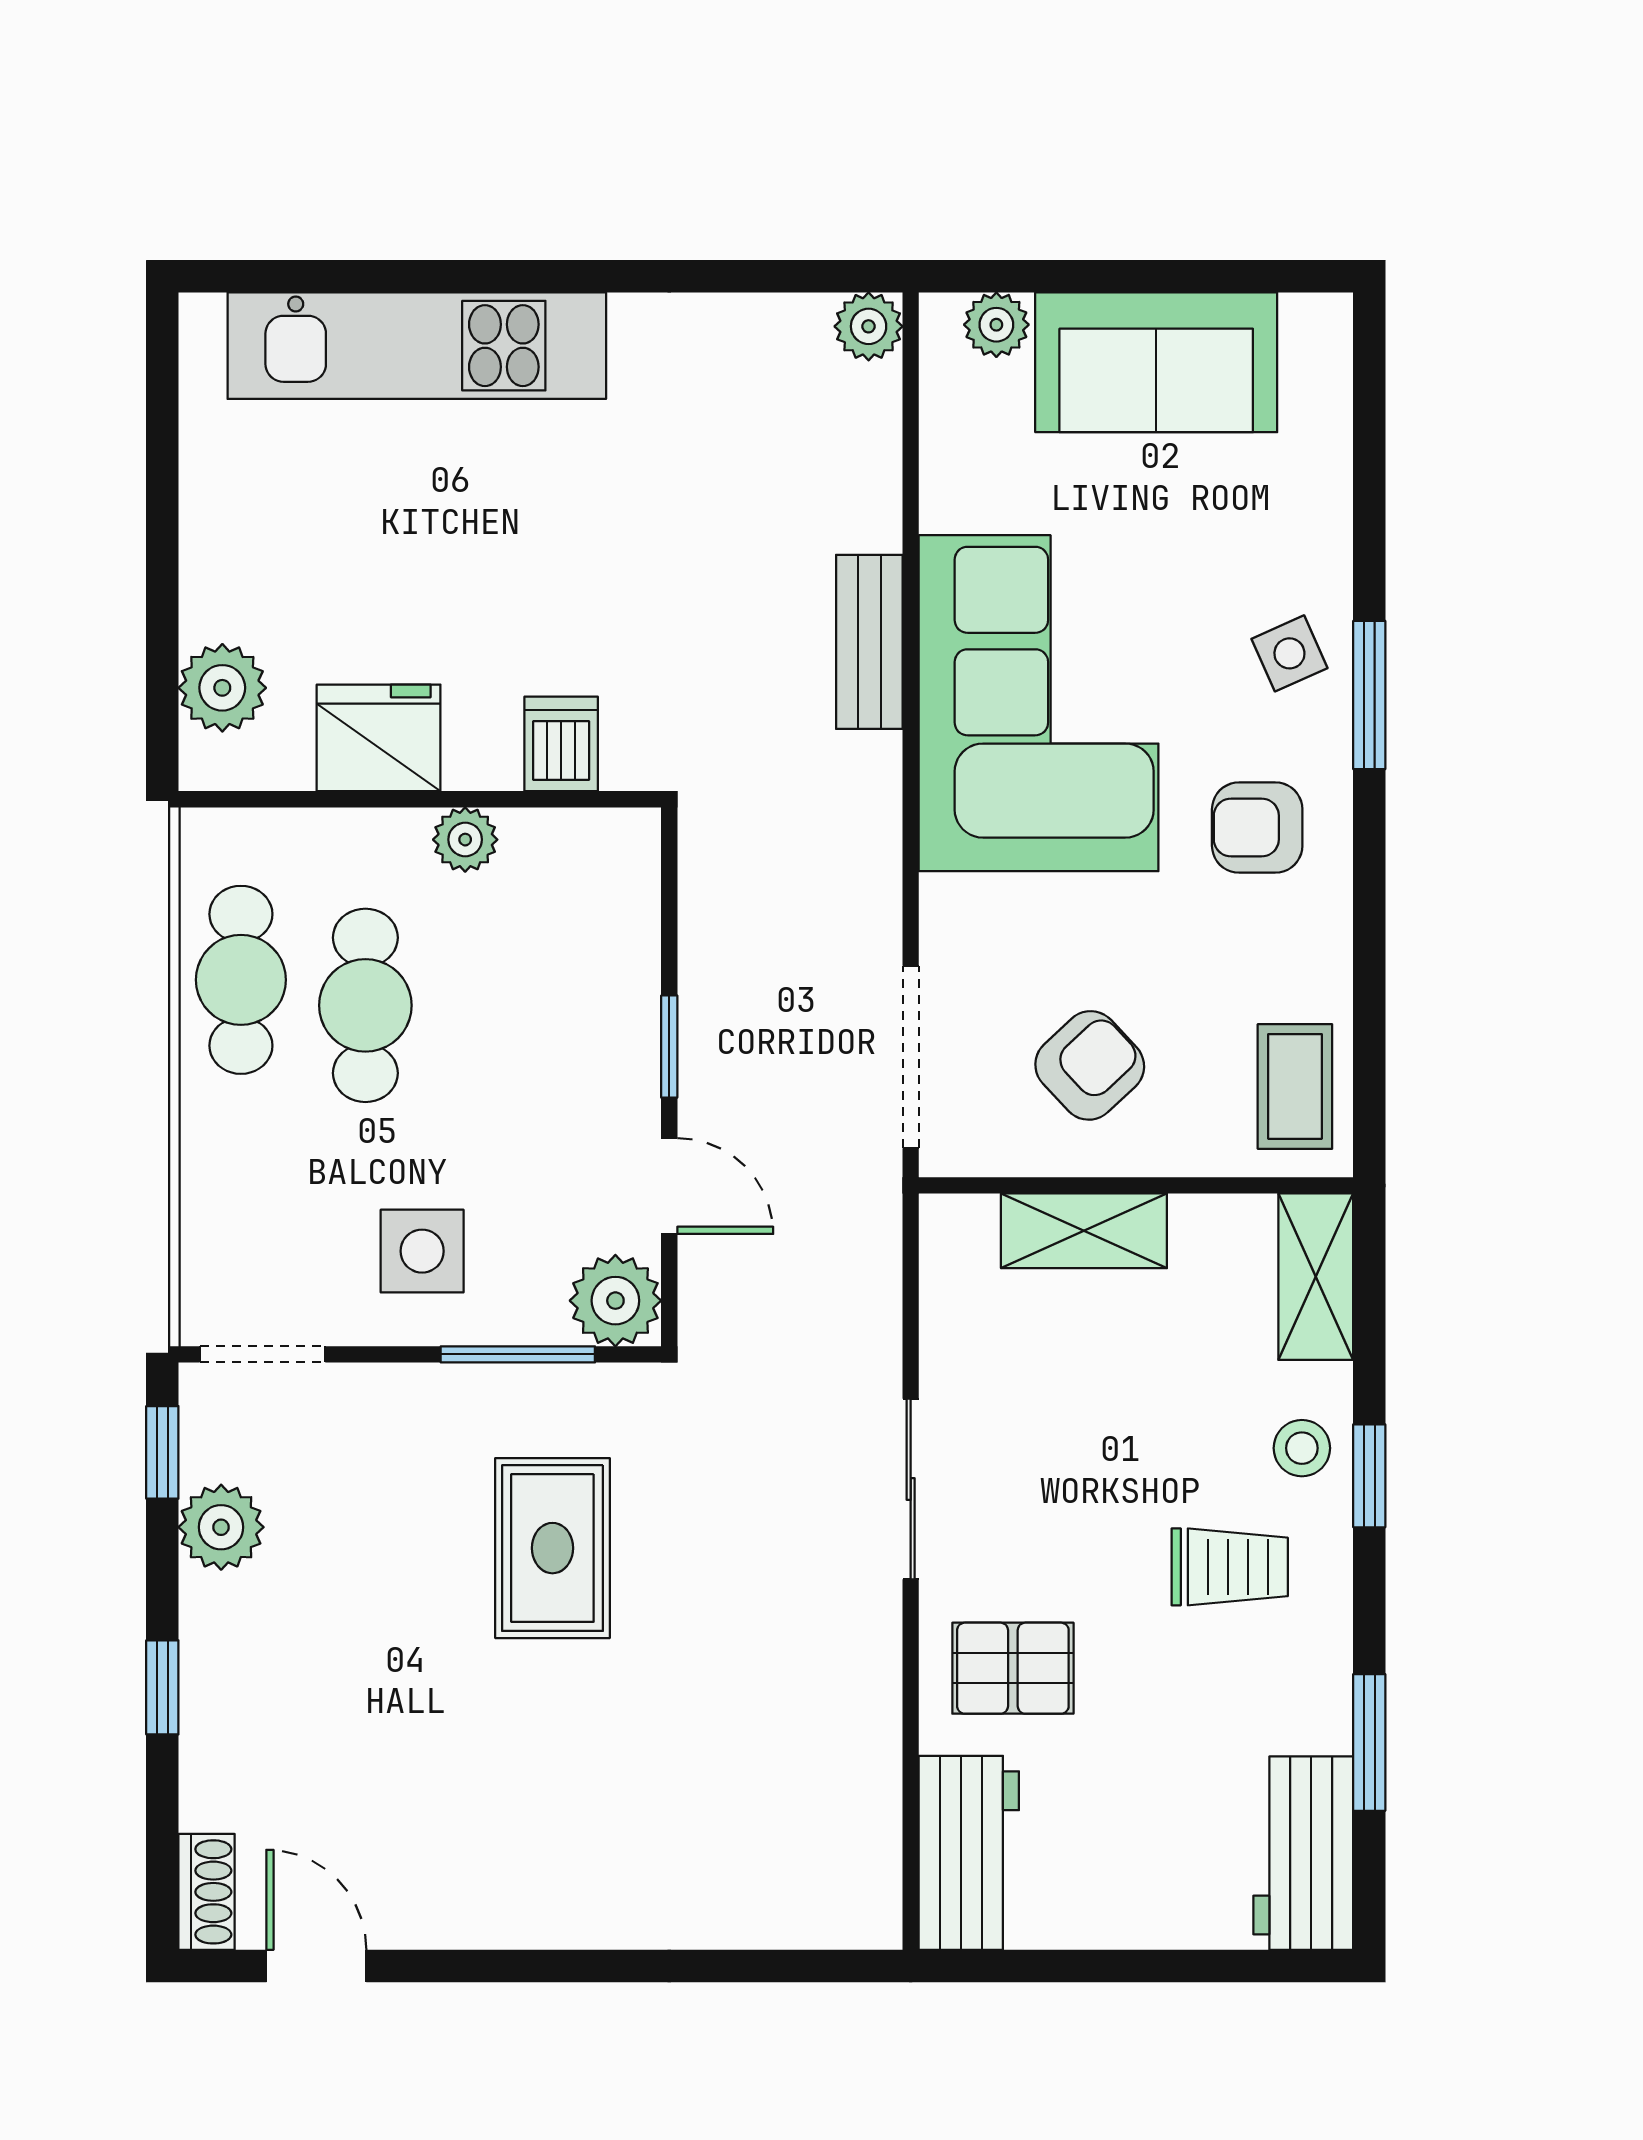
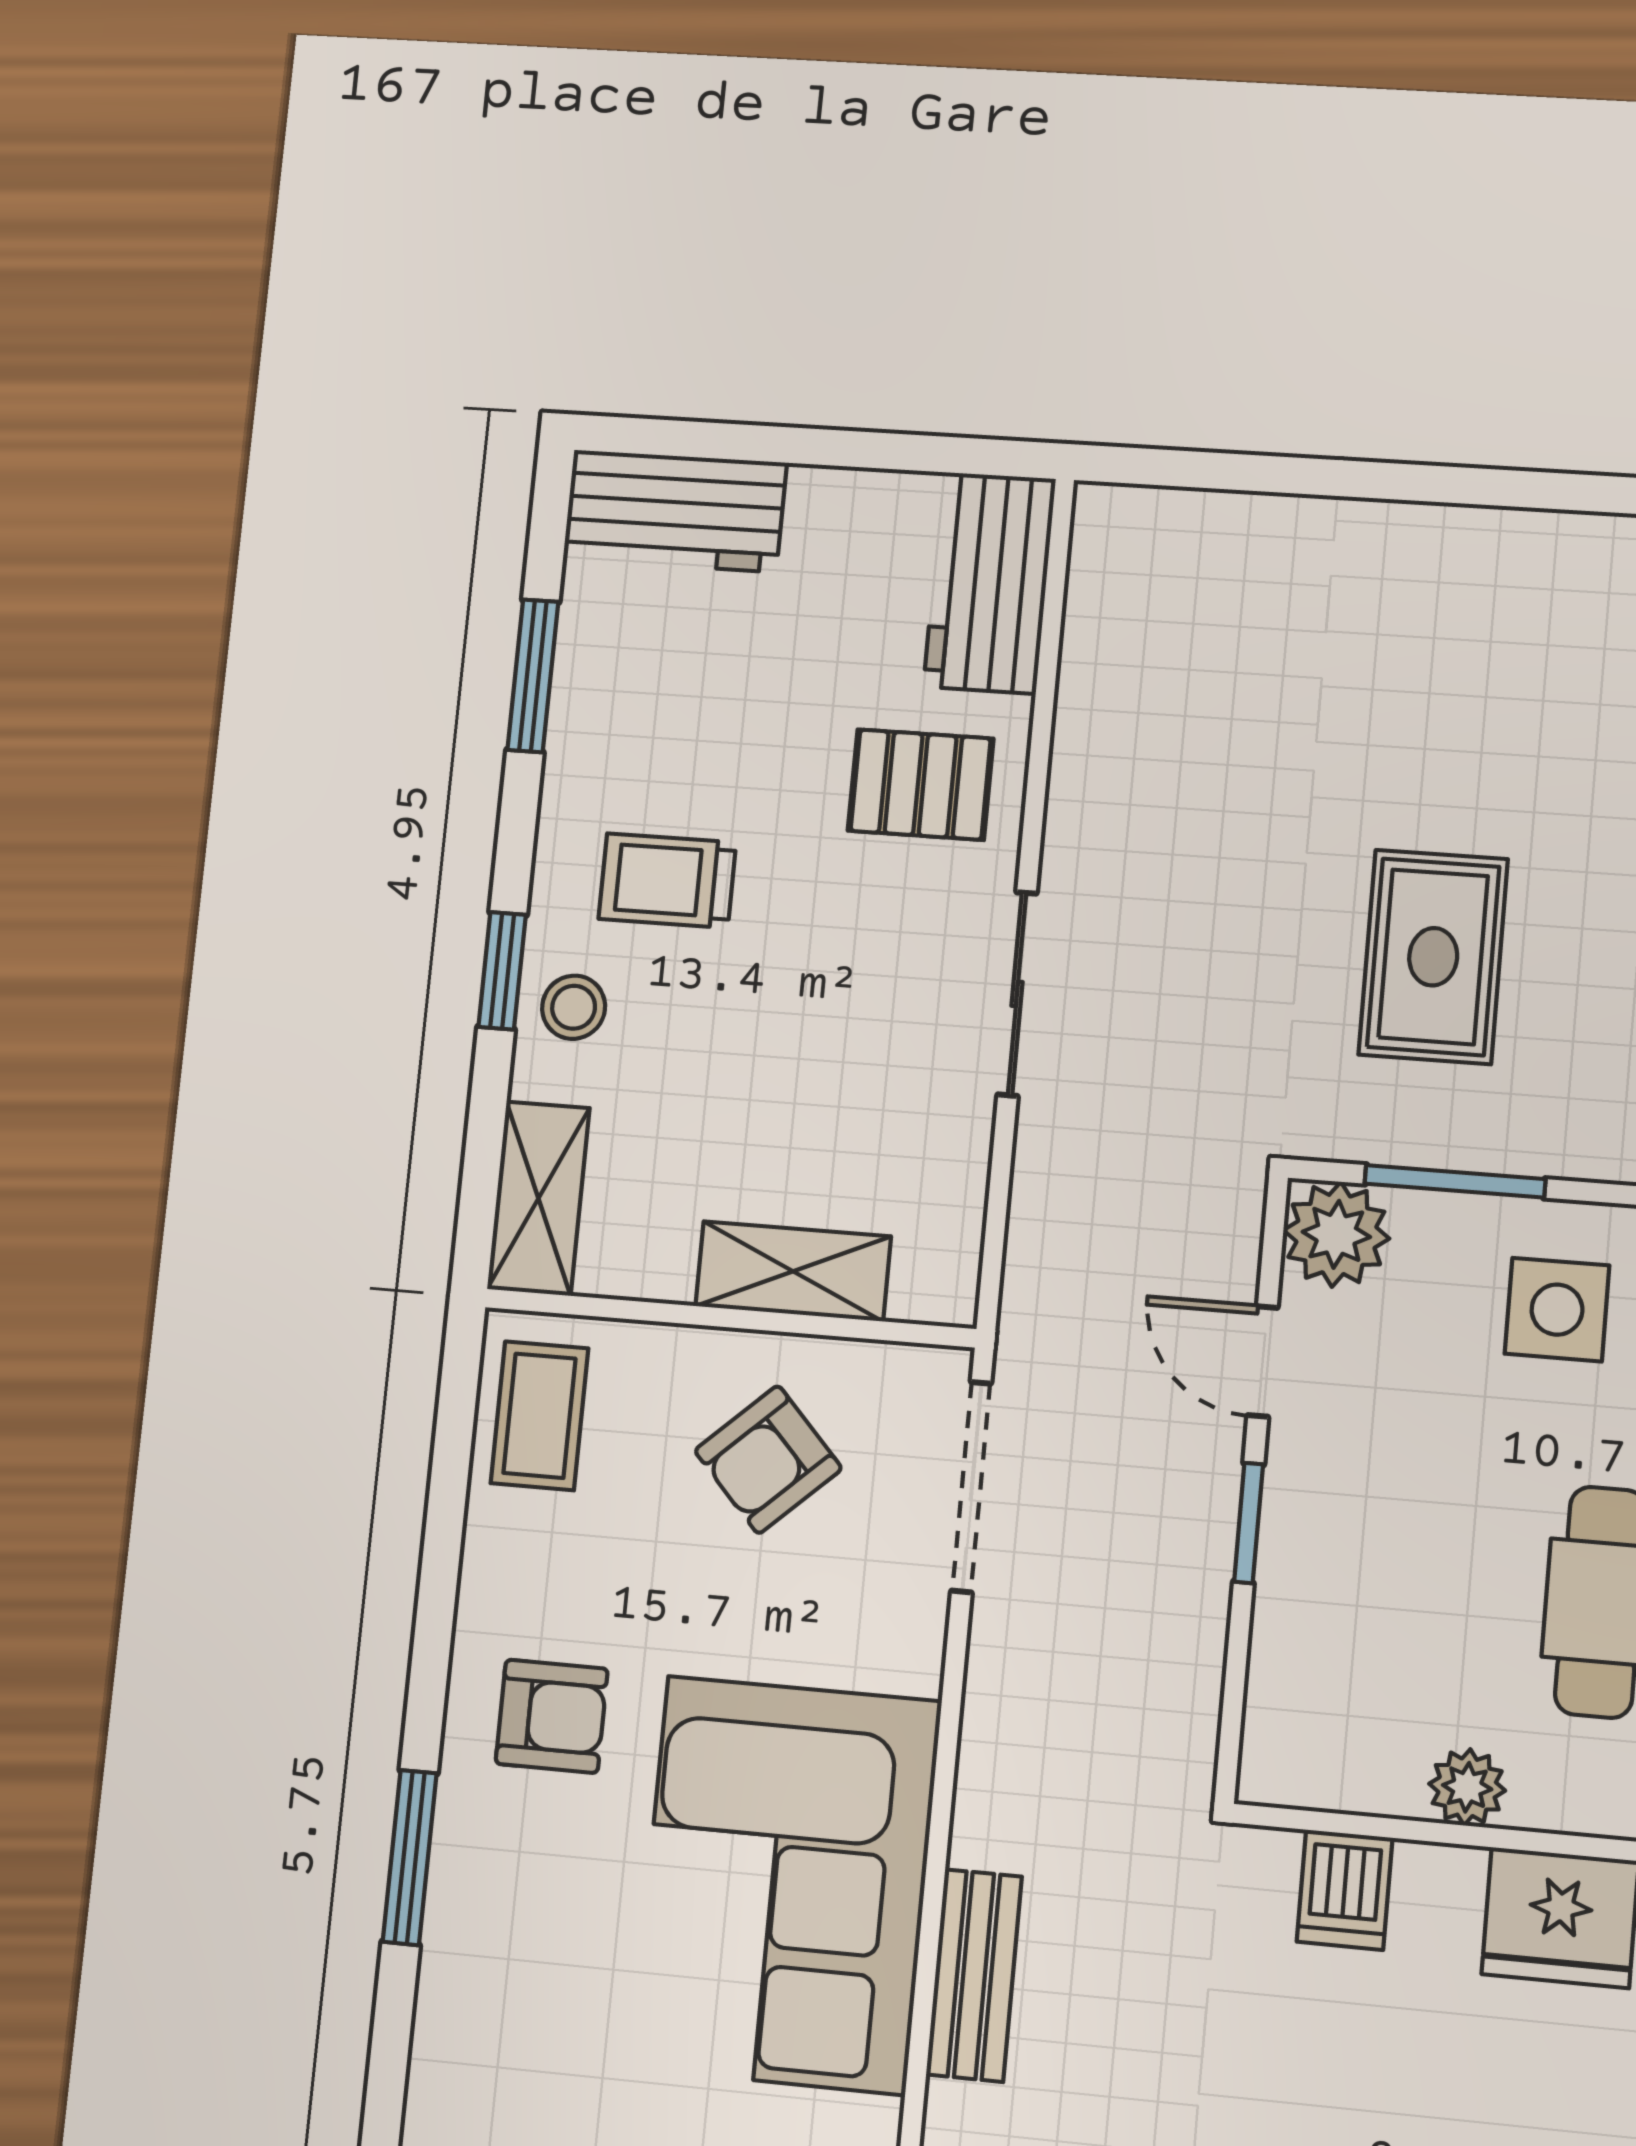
side table: (1289, 653) -> (495, 1914), removed
workbench: (1303, 1853) -> (675, 511), moved, turned 90

